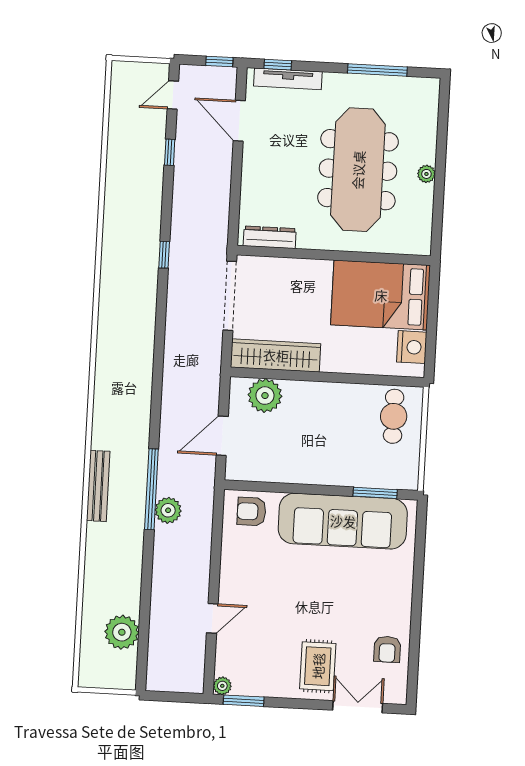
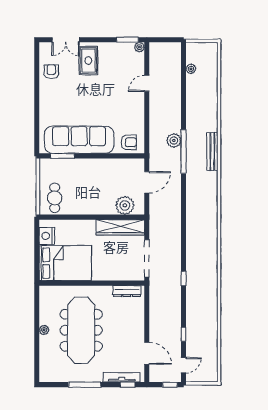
window: (219, 62) -> (170, 385), moved
window: (377, 70) -> (85, 385), moved
plant: (122, 632) -> (191, 69), width x0.53, depth x0.53

